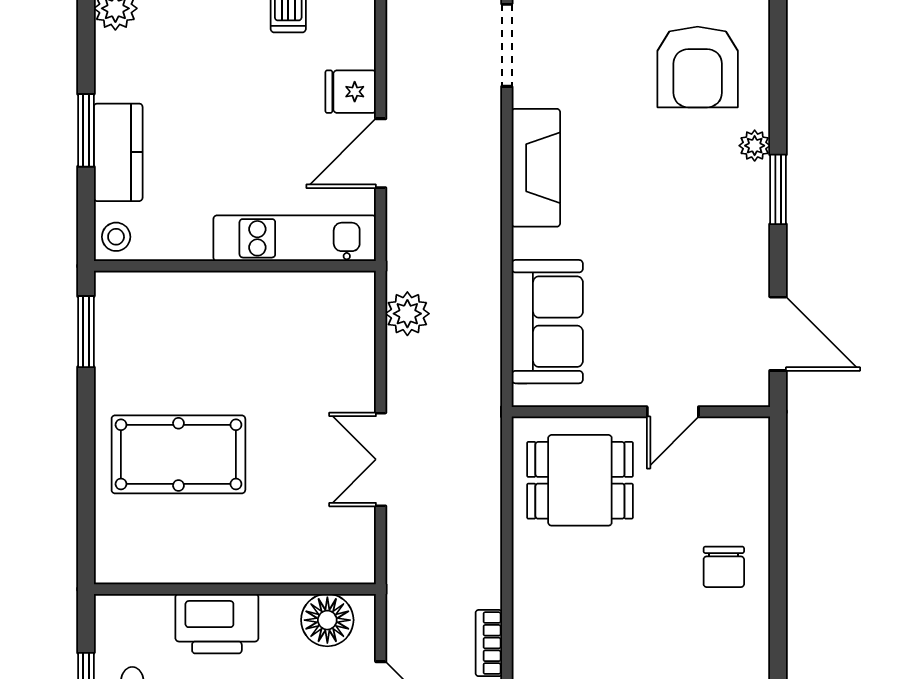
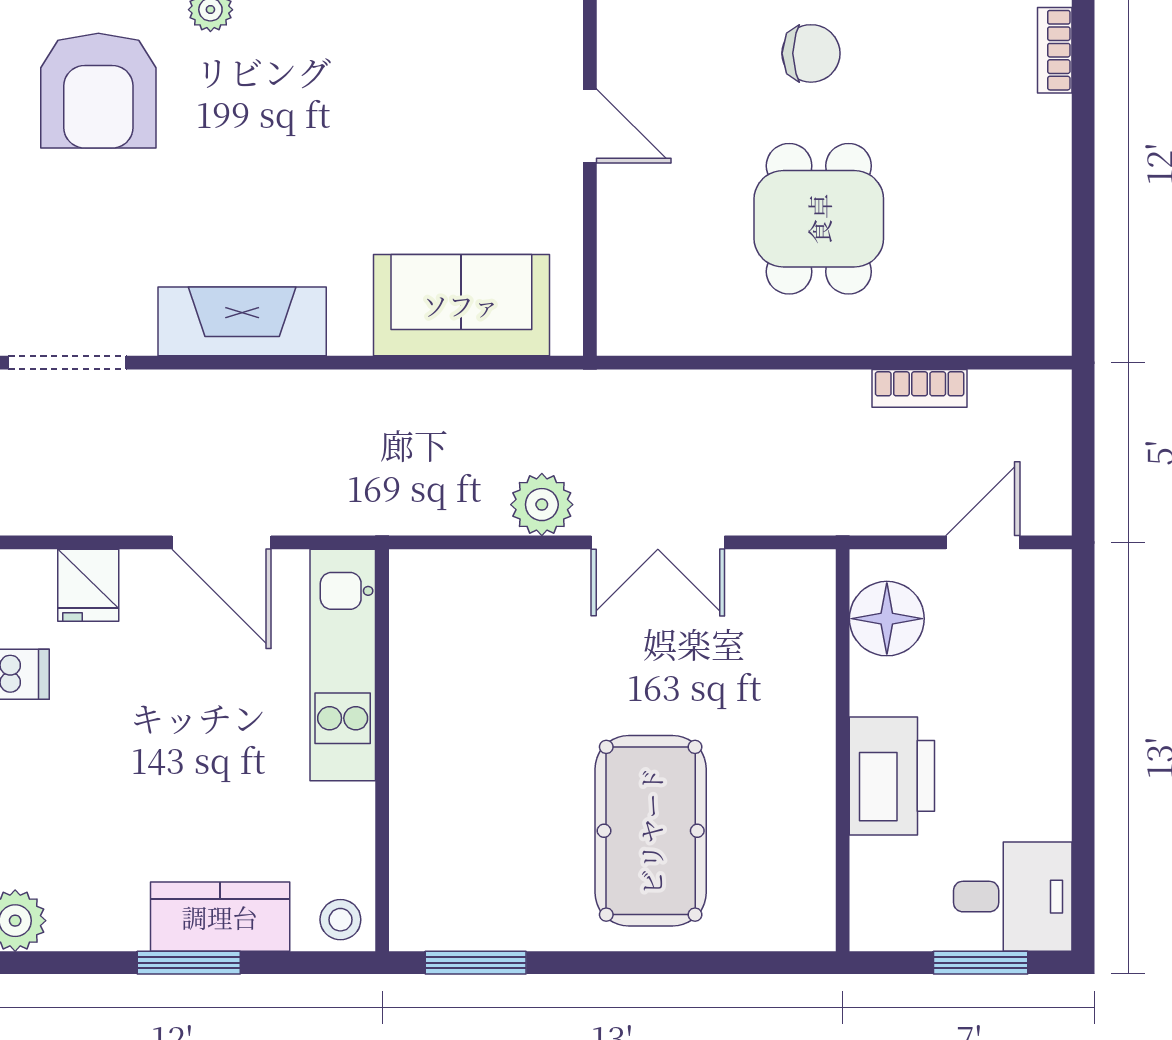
armchair: (698, 67) -> (98, 91), turned 90
fridge: (351, 92) -> (88, 585), moved
plant: (407, 314) -> (542, 505), moved
dining table: (580, 480) -> (819, 219), moved

